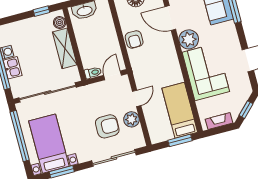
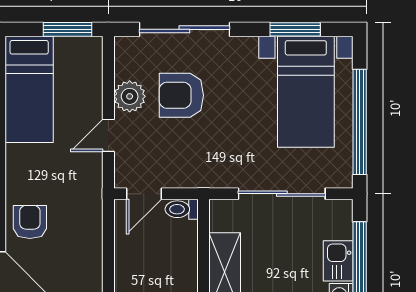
armchair: (134, 39) -> (30, 222), moved
sliding door: (48, 92) -> (282, 194), width x0.73
window: (180, 140) -> (68, 29), moved

